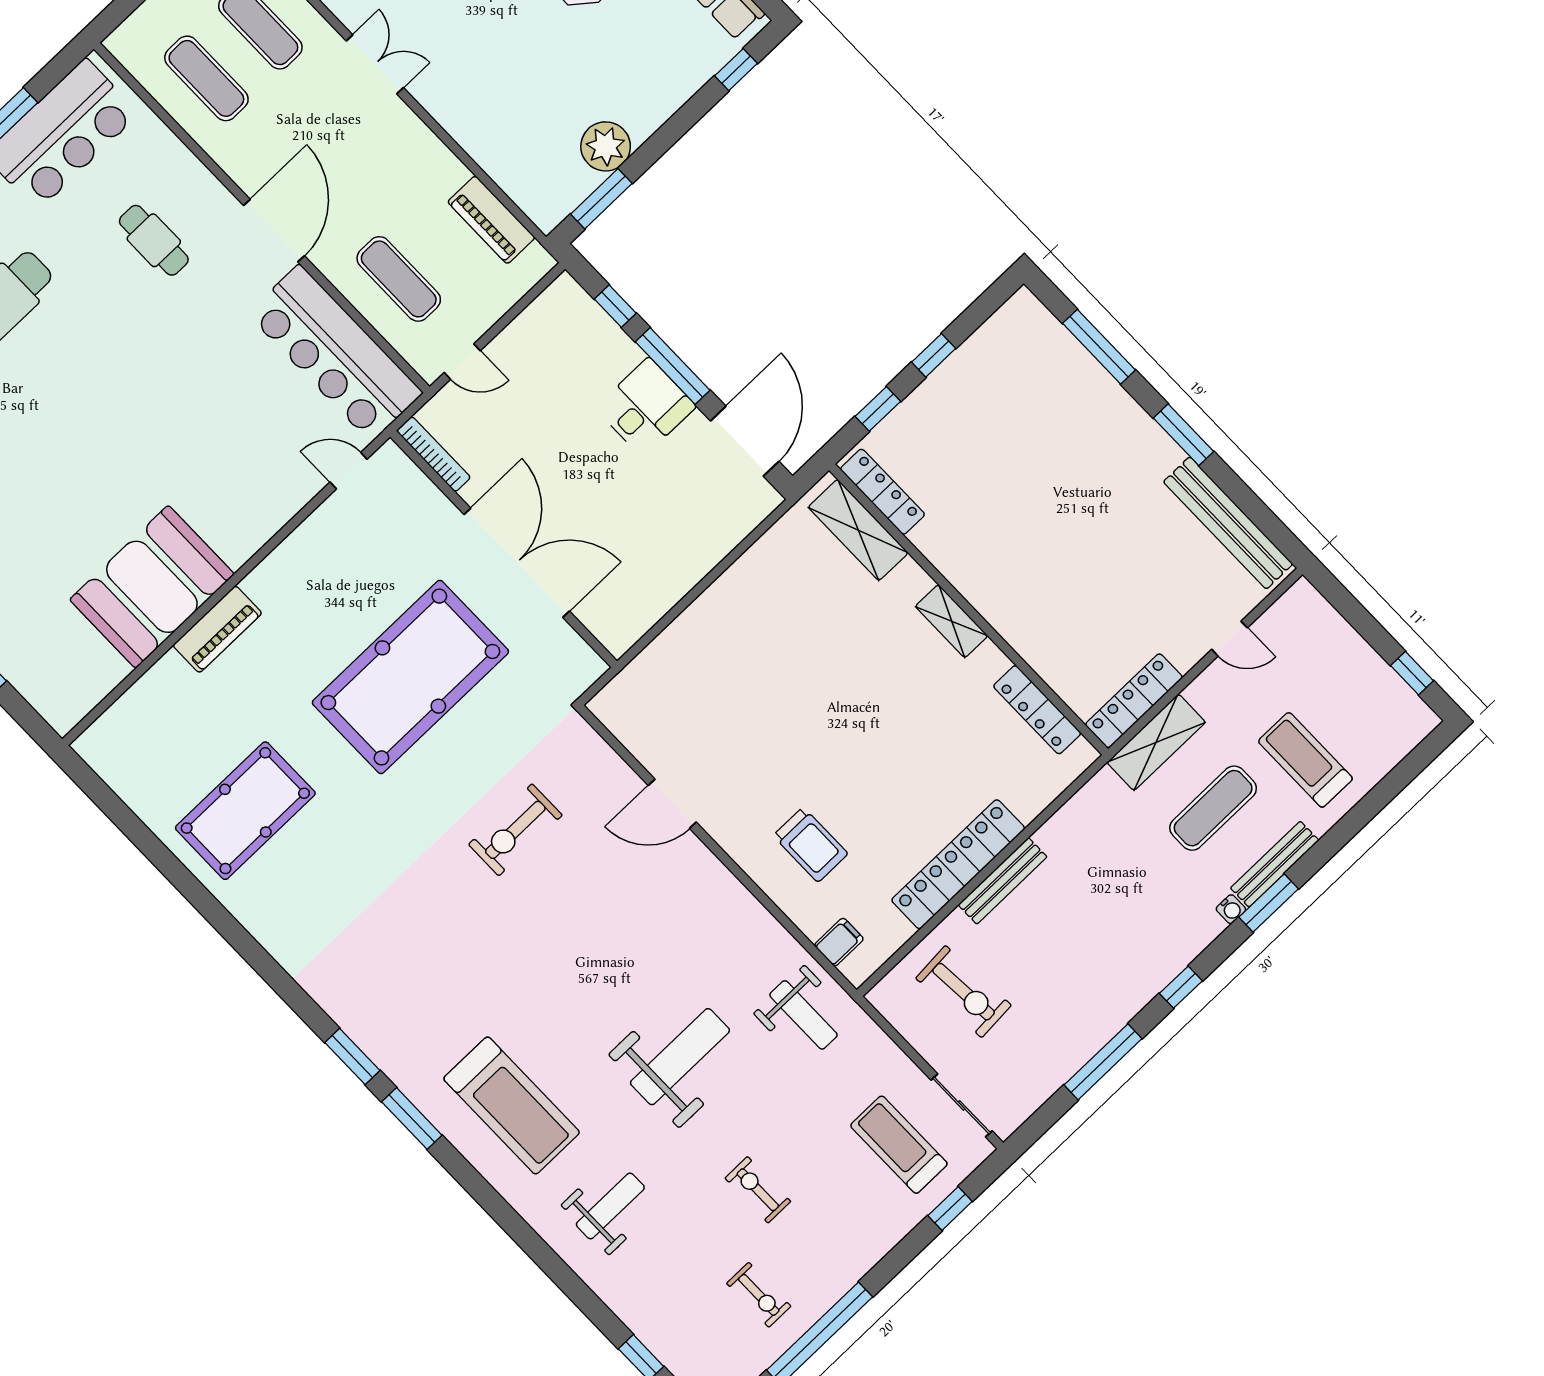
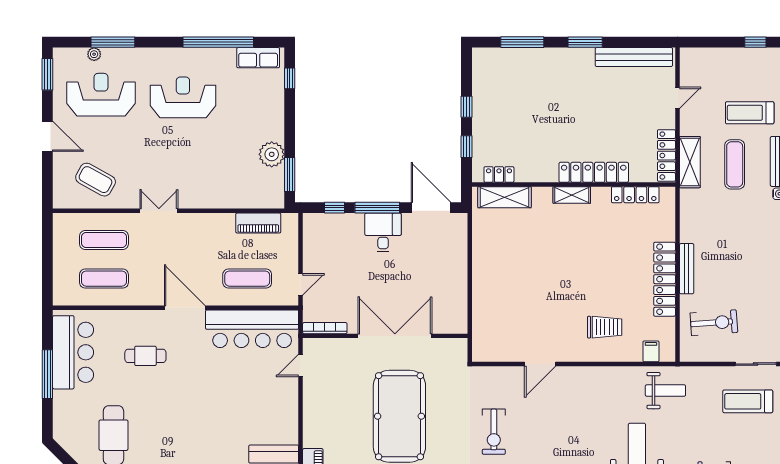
locker: (883, 492) -> (499, 174), width x0.66
locker: (1013, 621) -> (594, 172), added

